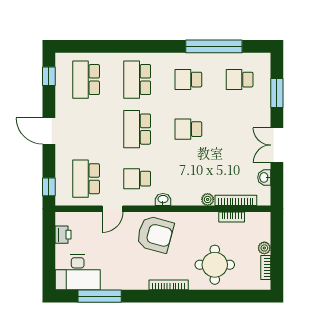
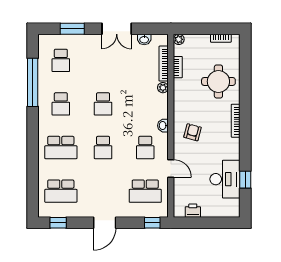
school desk: (137, 129) -> (103, 147), width x0.54
armchair: (155, 234) -> (193, 132), width x0.53, depth x0.53
plant: (264, 248) -> (179, 39), moved
desk: (78, 272) -> (225, 179), moved
window: (100, 296) -> (245, 180), width x0.46

